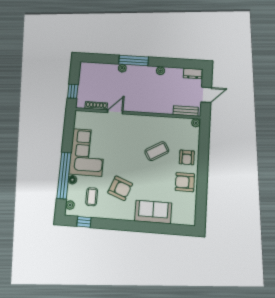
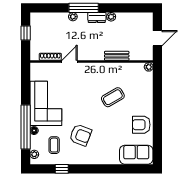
dresser: (193, 73) -> (97, 17), moved
window: (73, 91) -> (26, 33), moved
bench: (186, 111) -> (117, 56), moved
armchair: (187, 157) -> (142, 101), removed
sofa: (153, 212) -> (136, 155), moved
window: (84, 222) -> (62, 169), moved

